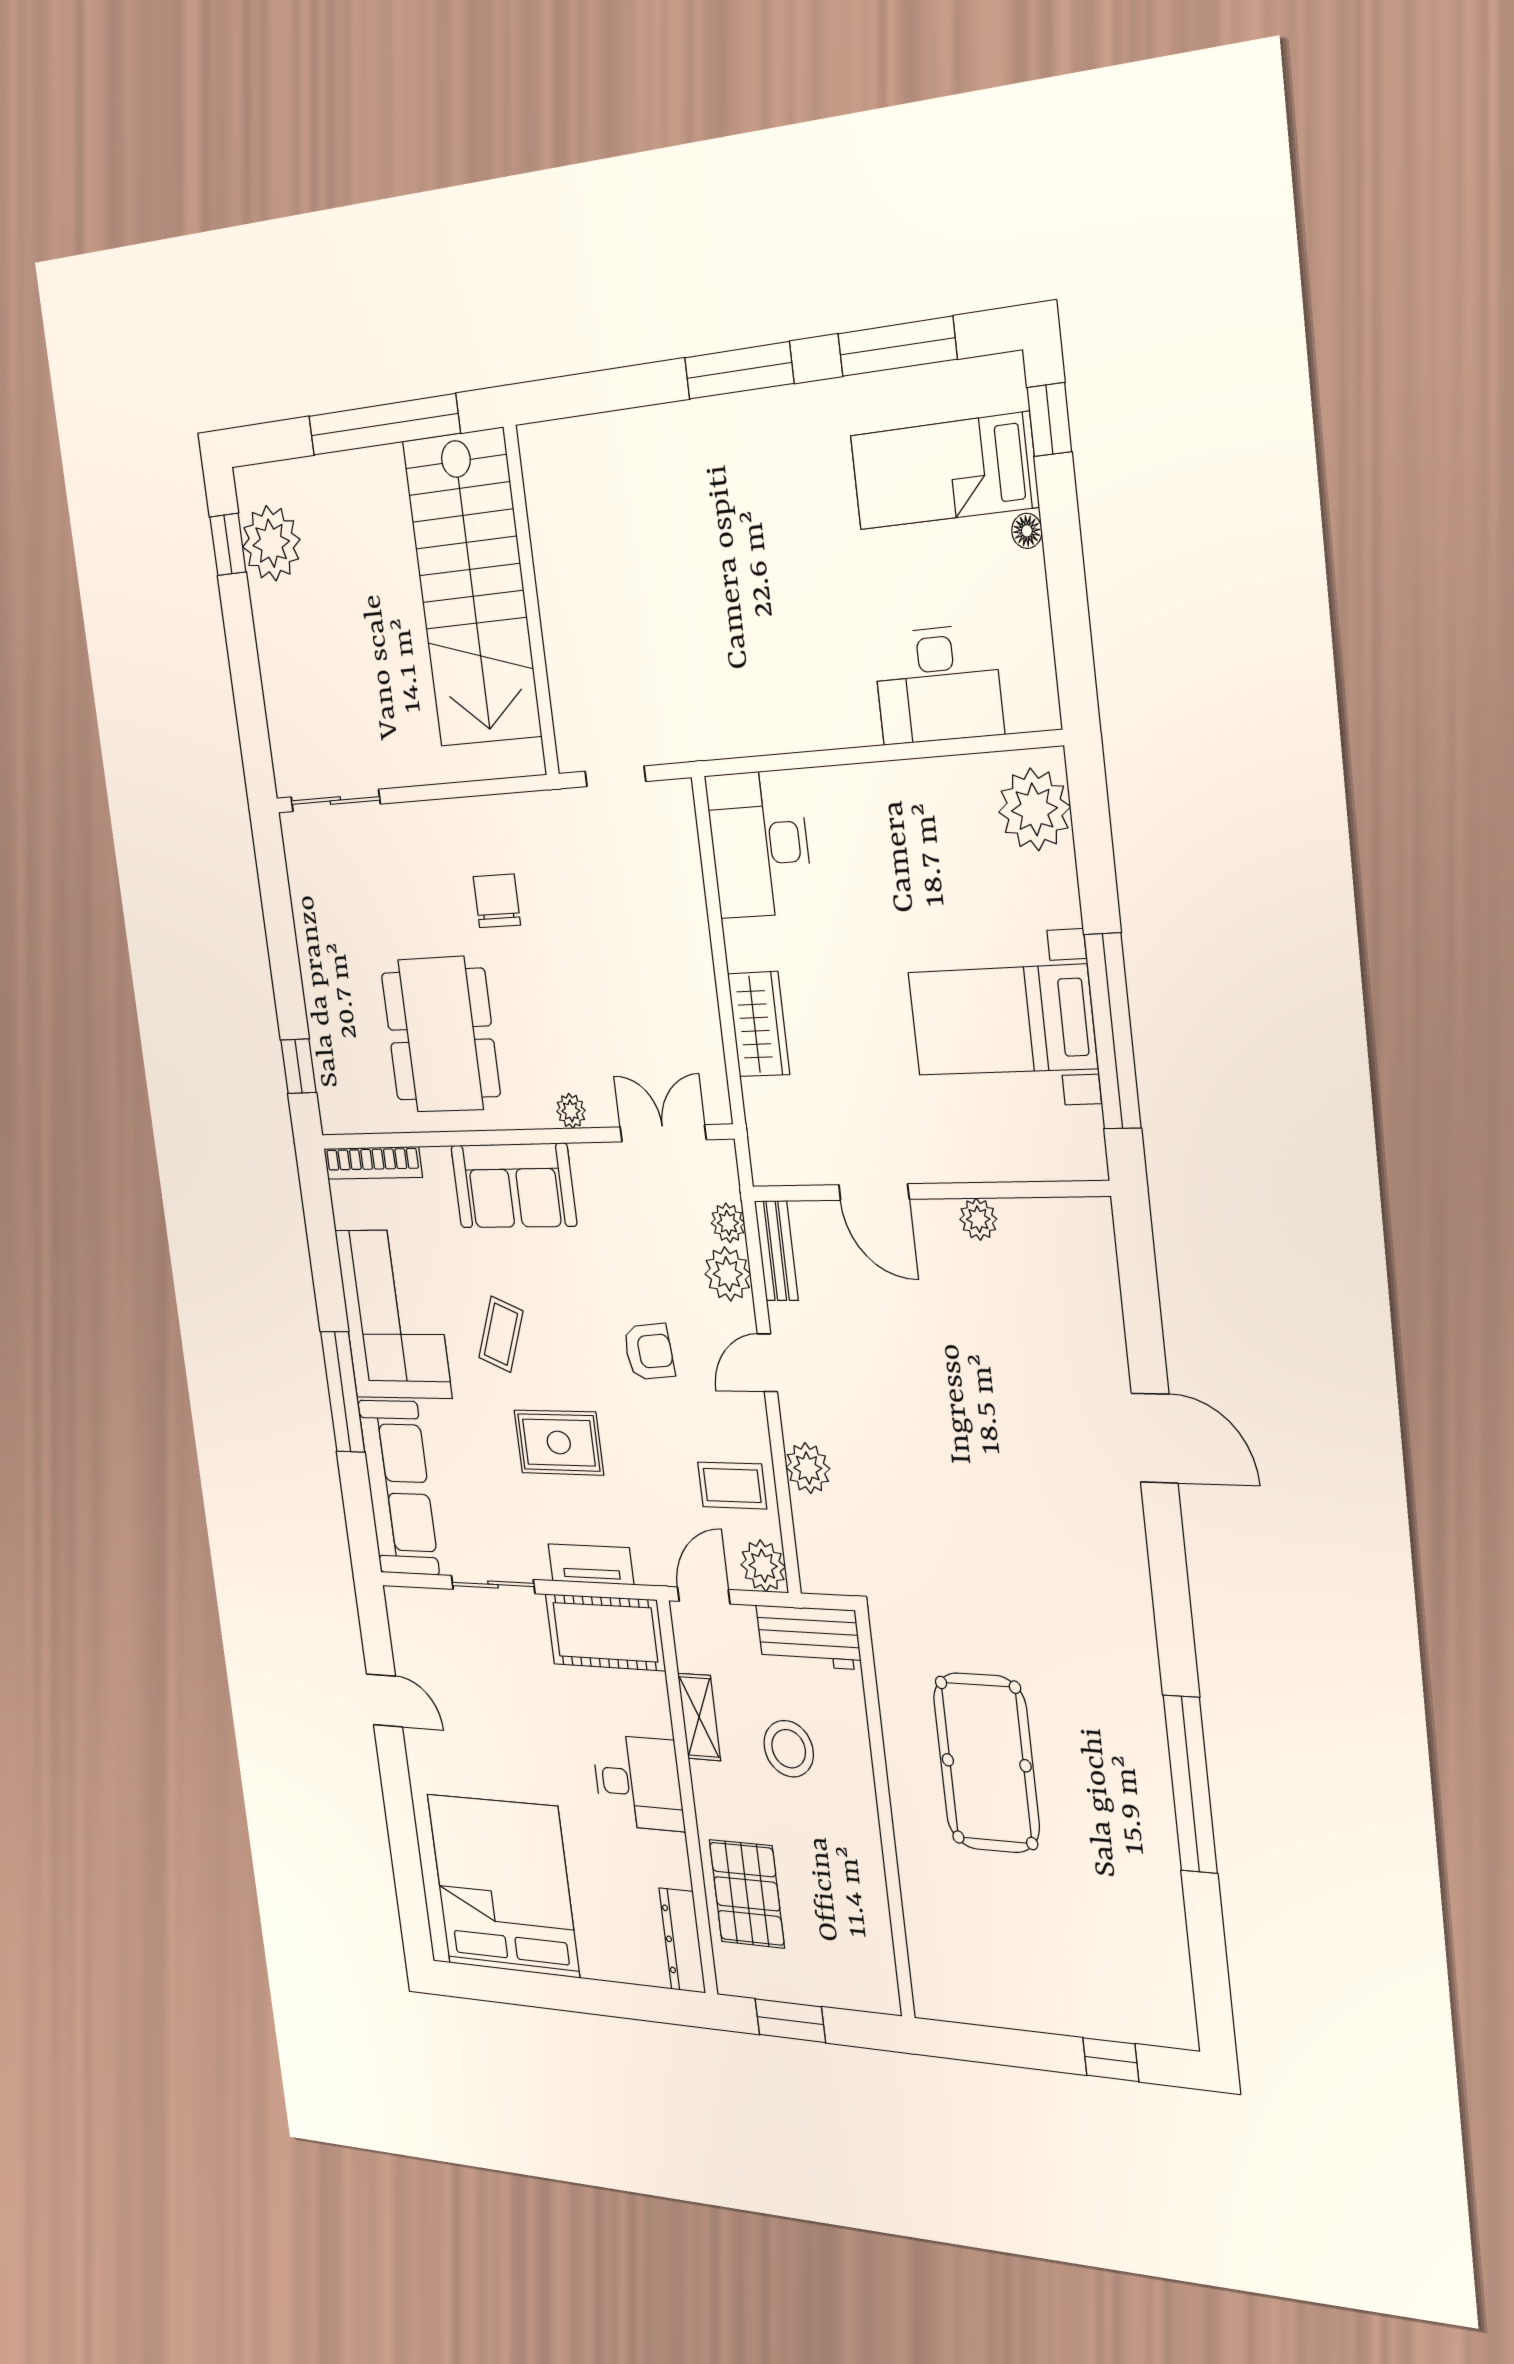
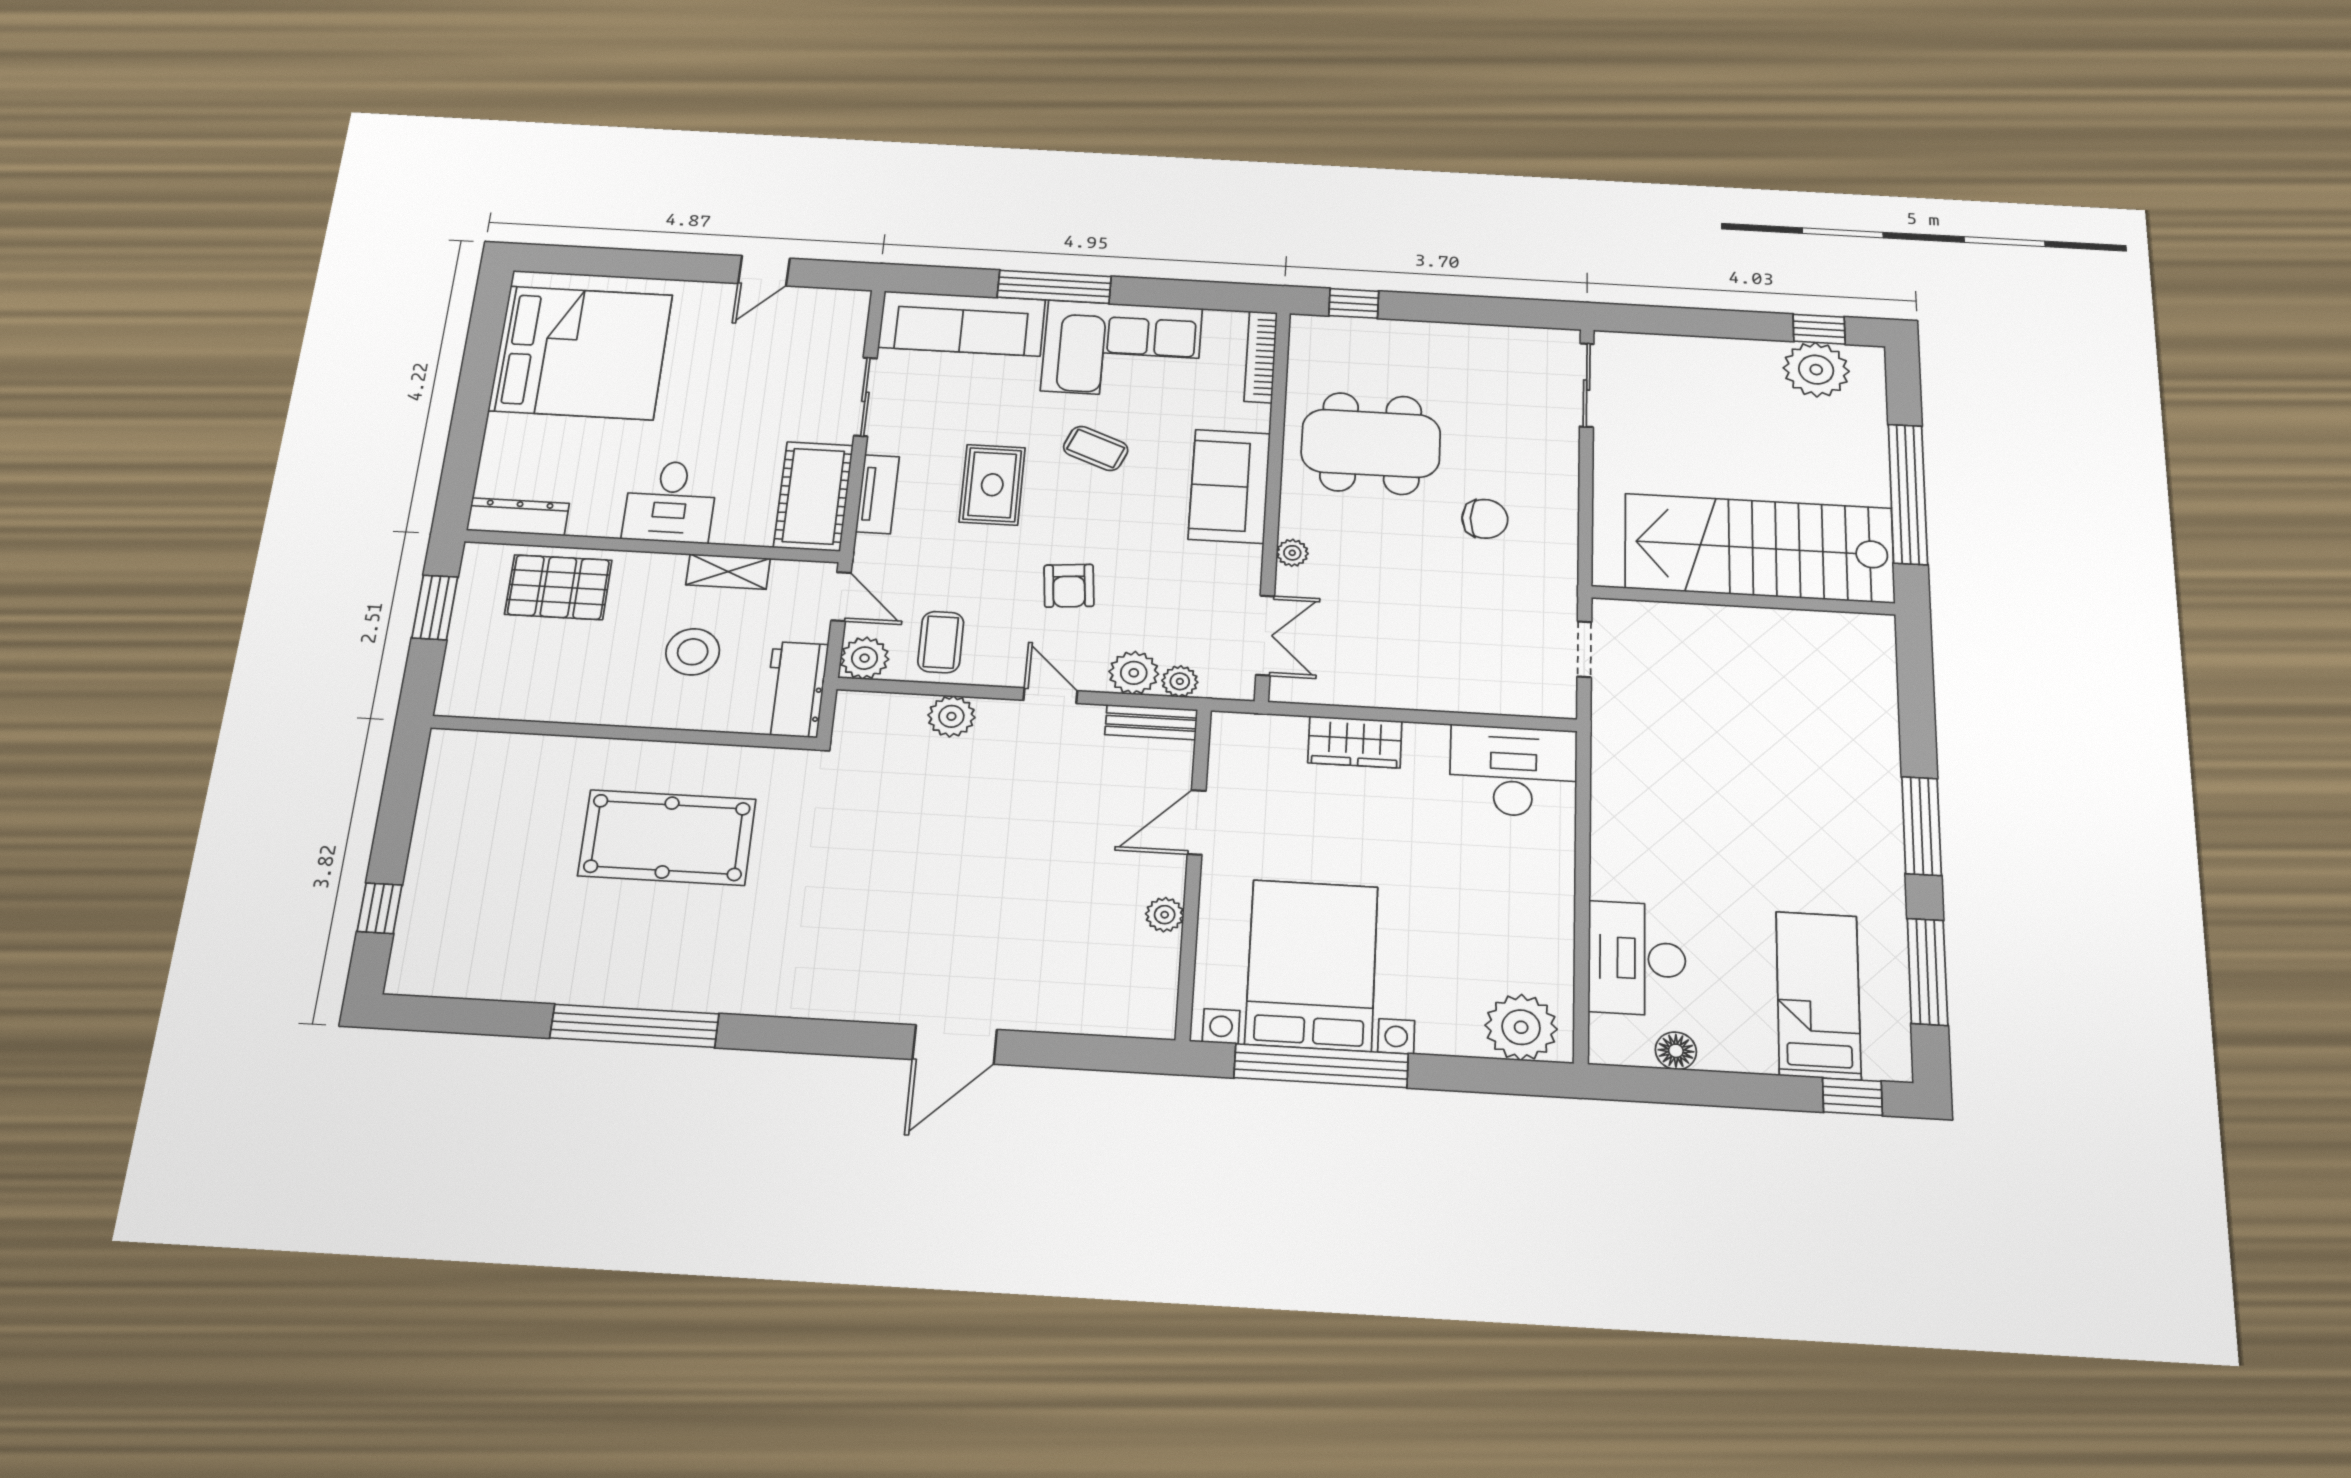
floor lamp: (1027, 531) -> (1676, 1051), moved, width x1.37, depth x1.37
bed with nightstands: (1002, 1020) -> (1312, 965), width x1.36

